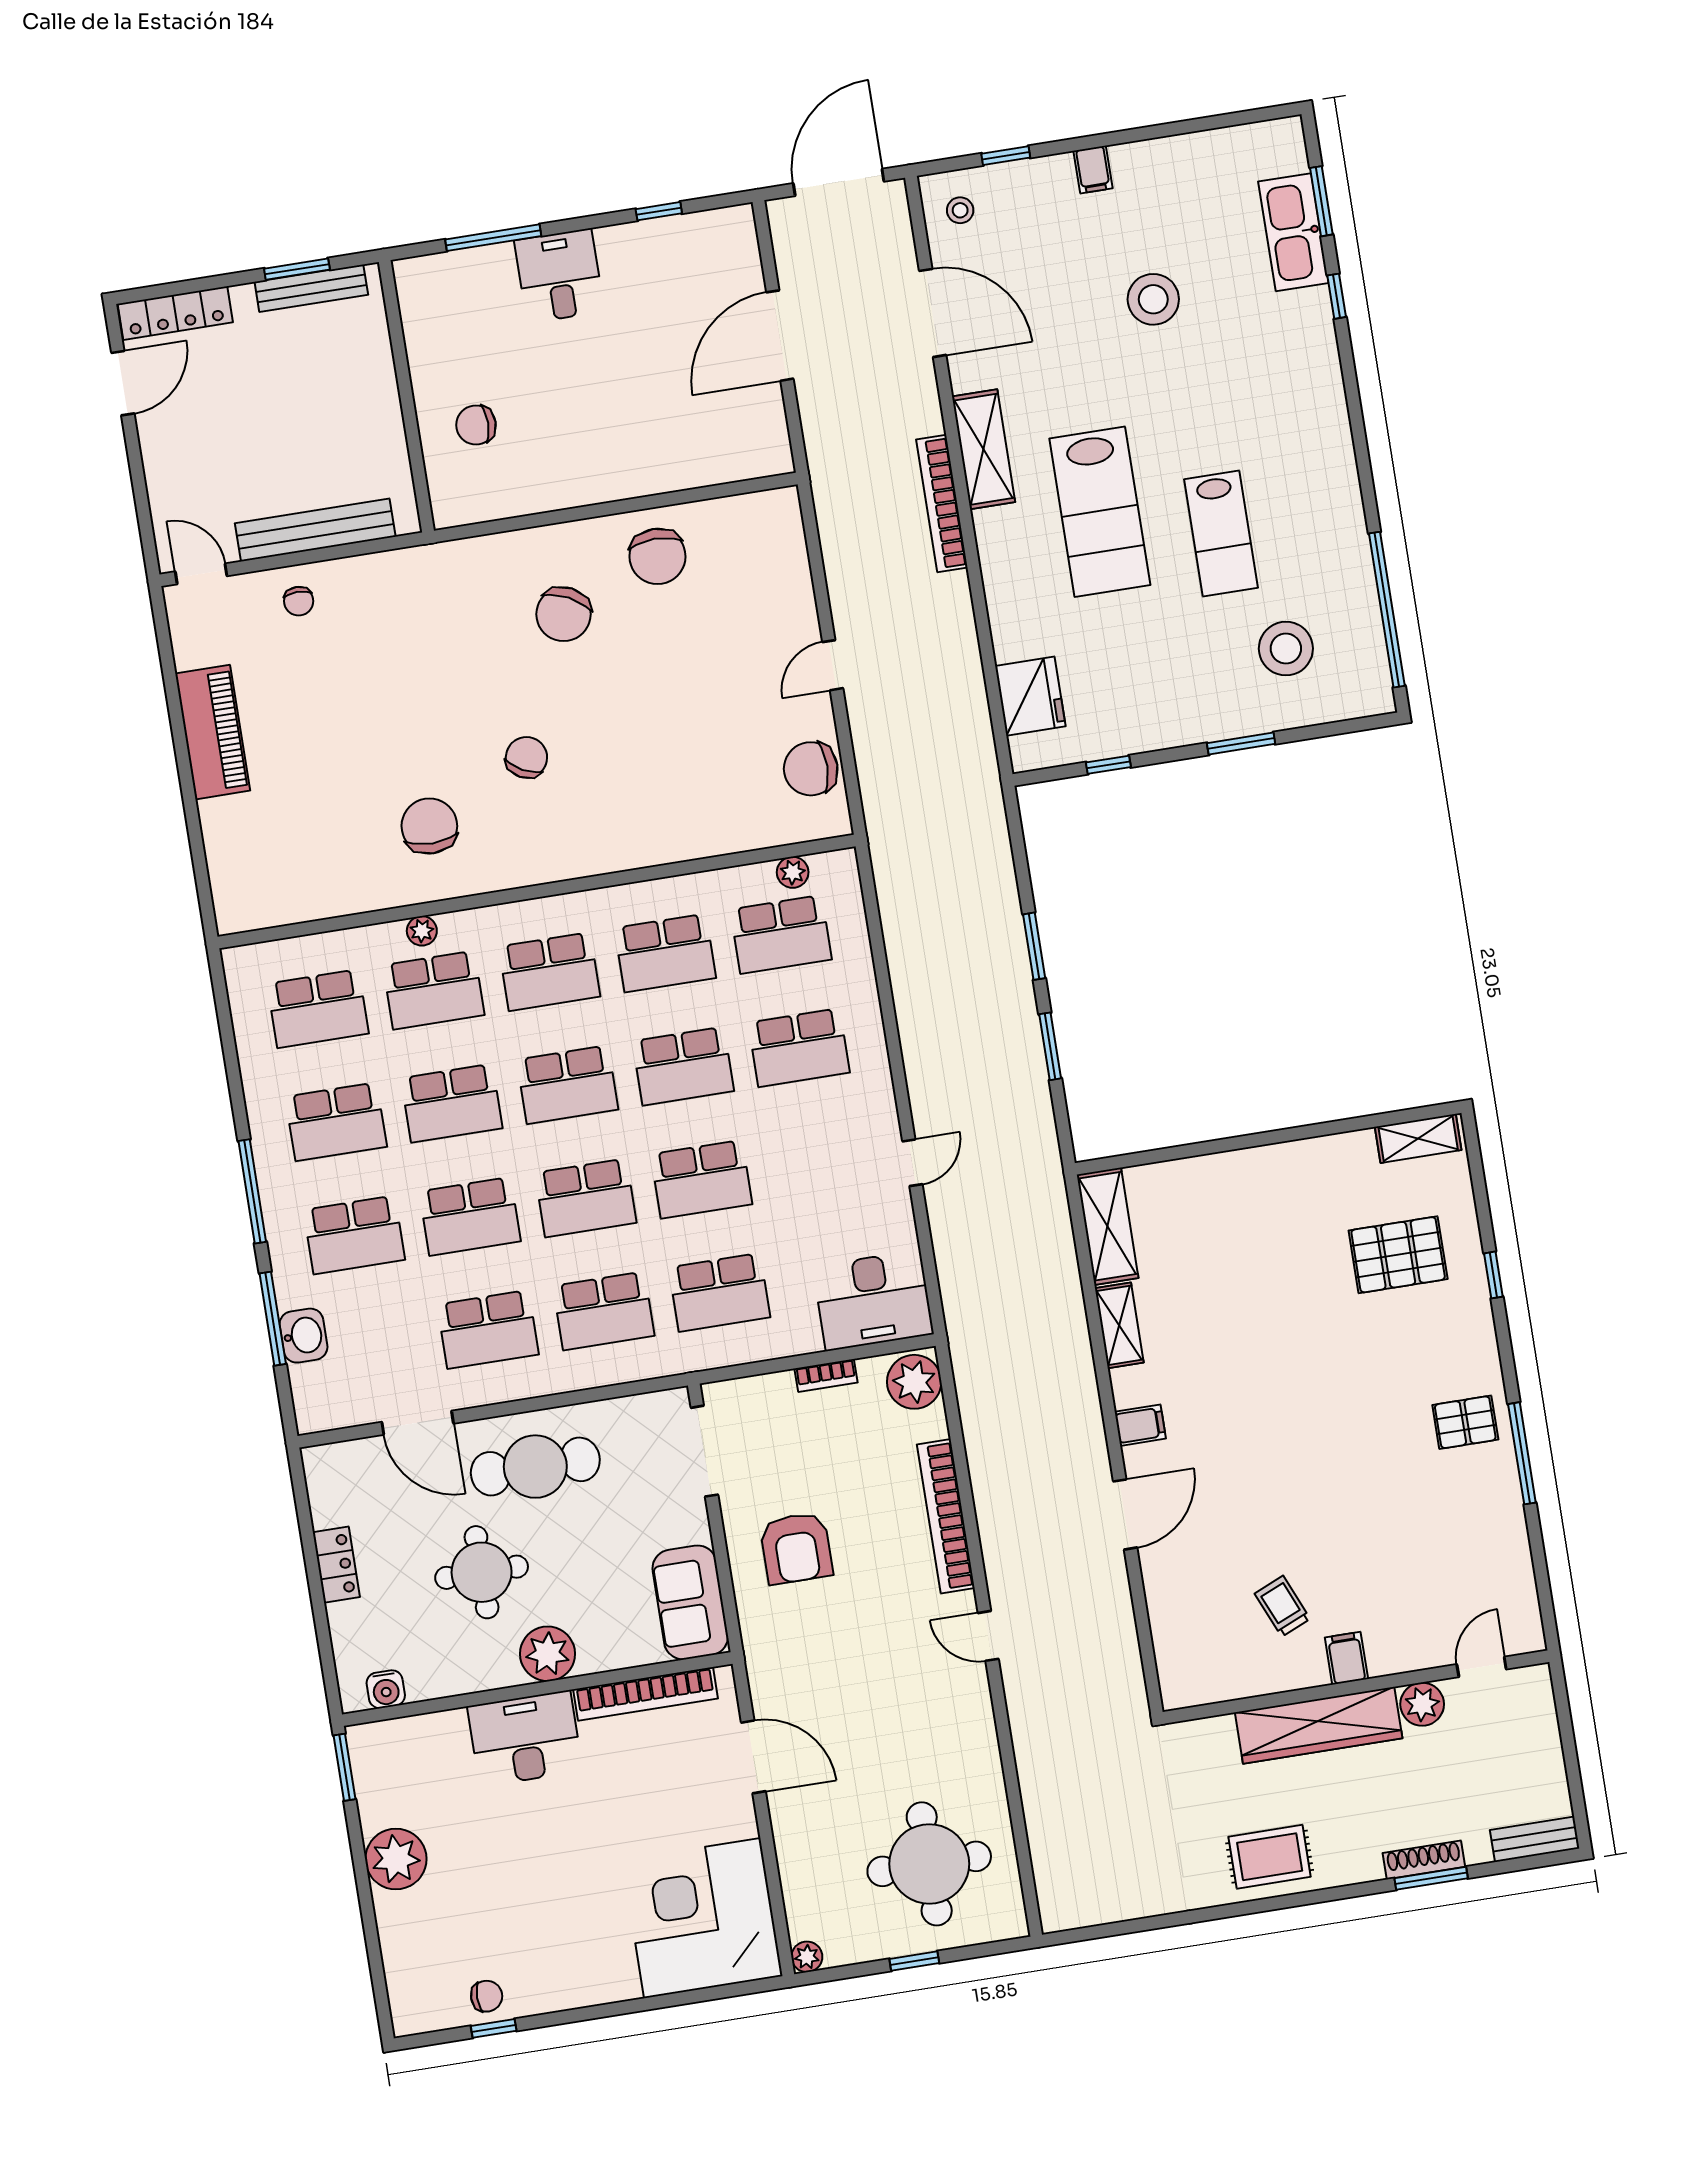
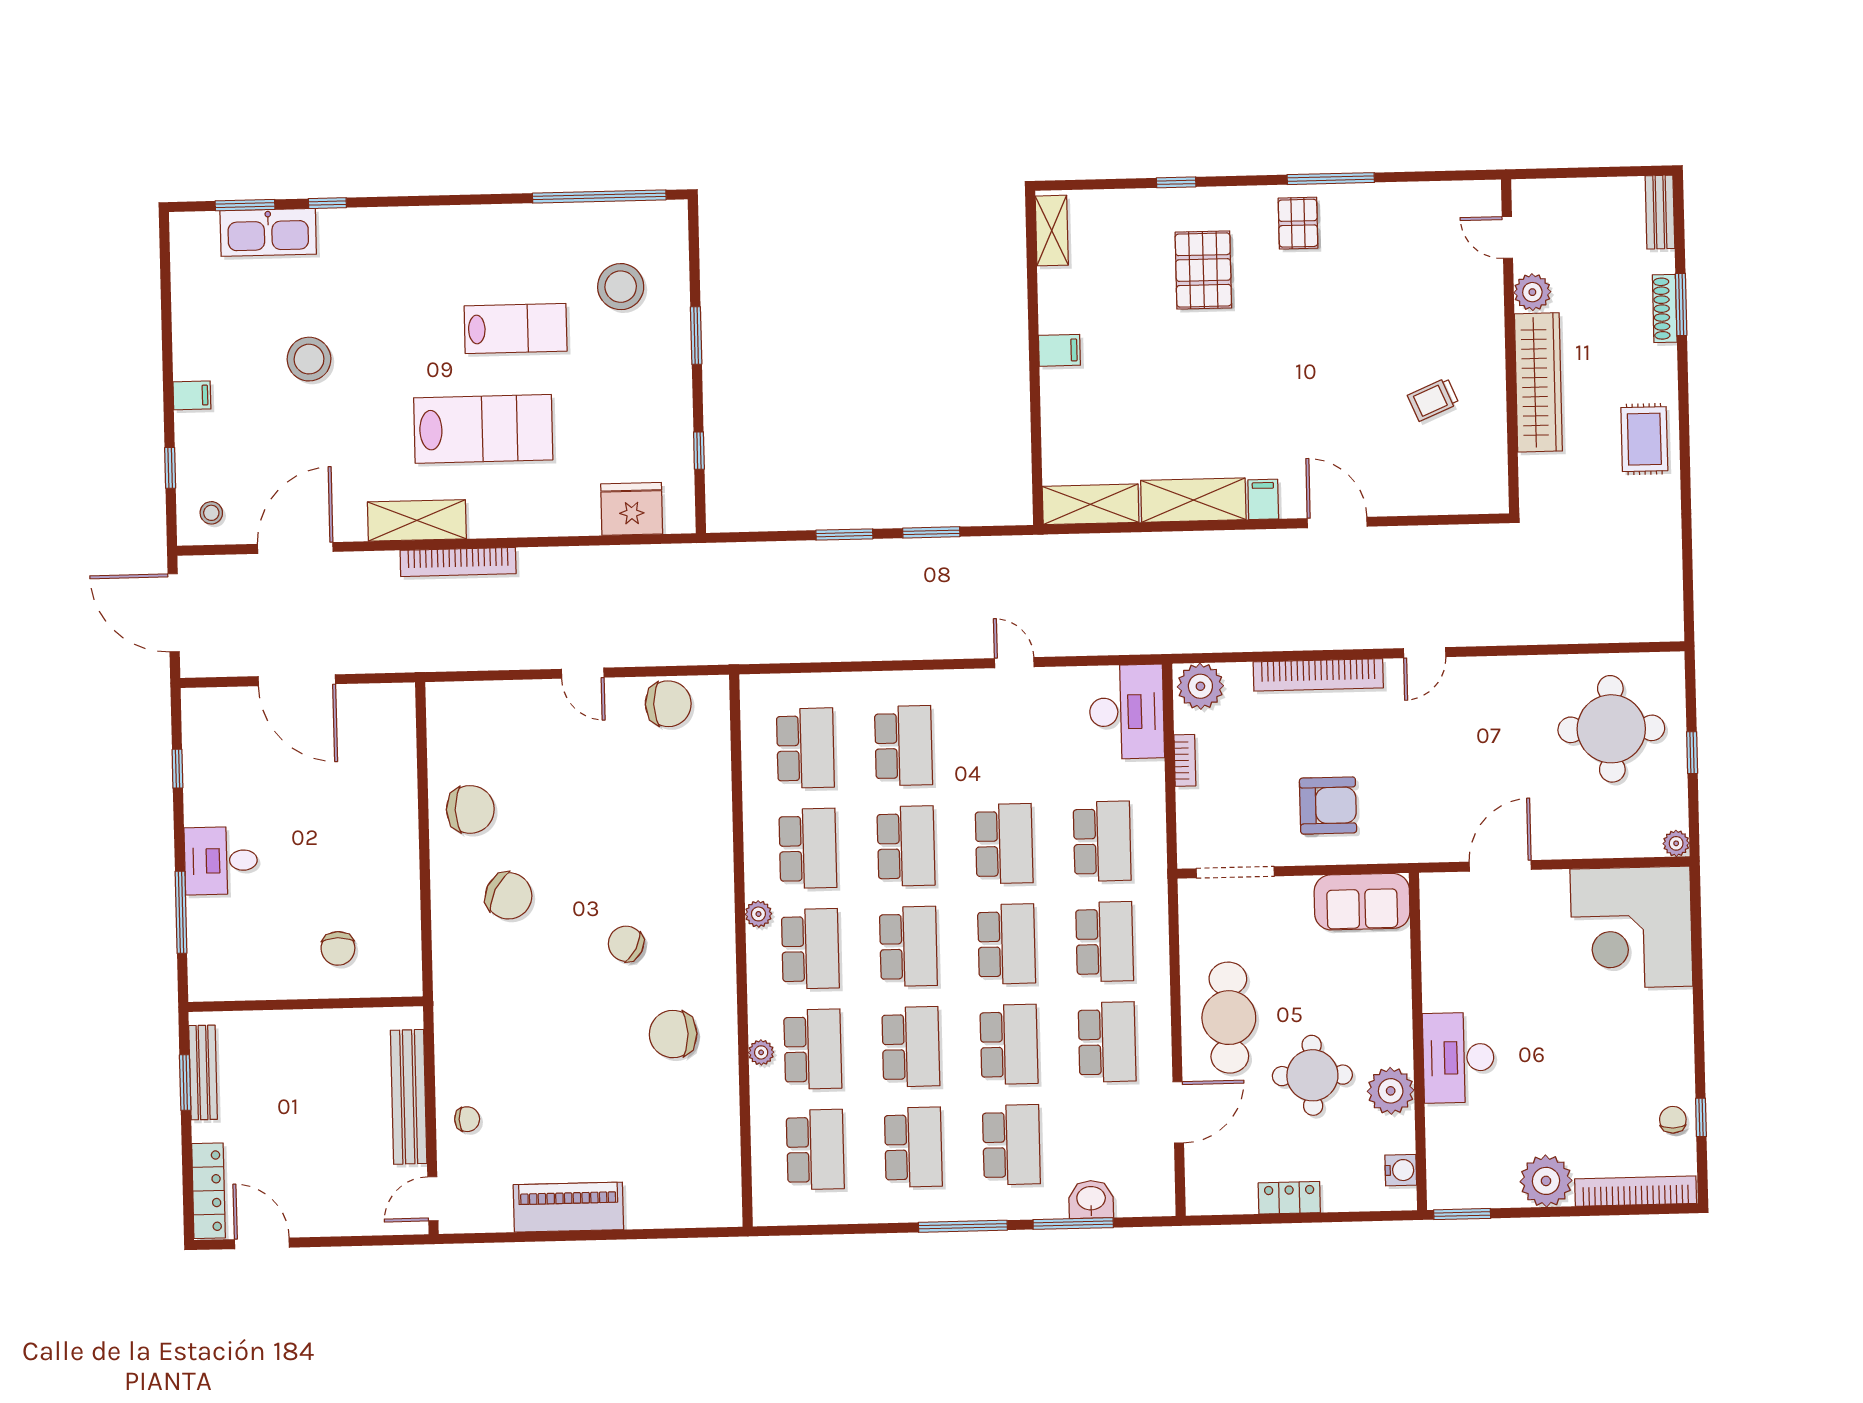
chair: (811, 769) -> (668, 704), turned -90
plant: (793, 872) -> (758, 914), moved
pallet: (1398, 1255) -> (1203, 270), moved
shelving: (1119, 1325) -> (1193, 500), width x1.50, depth x1.33
plant: (548, 1654) -> (1391, 1091), moved
filing cabinet: (1346, 1658) -> (1059, 350), moved, turned 180
bookcase: (646, 1694) -> (1636, 1191), moved, turned -90

